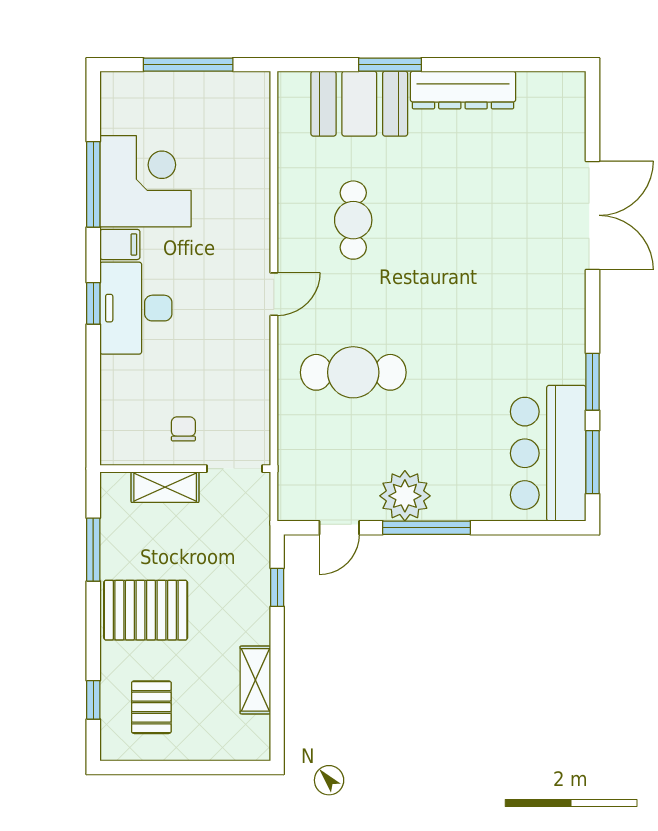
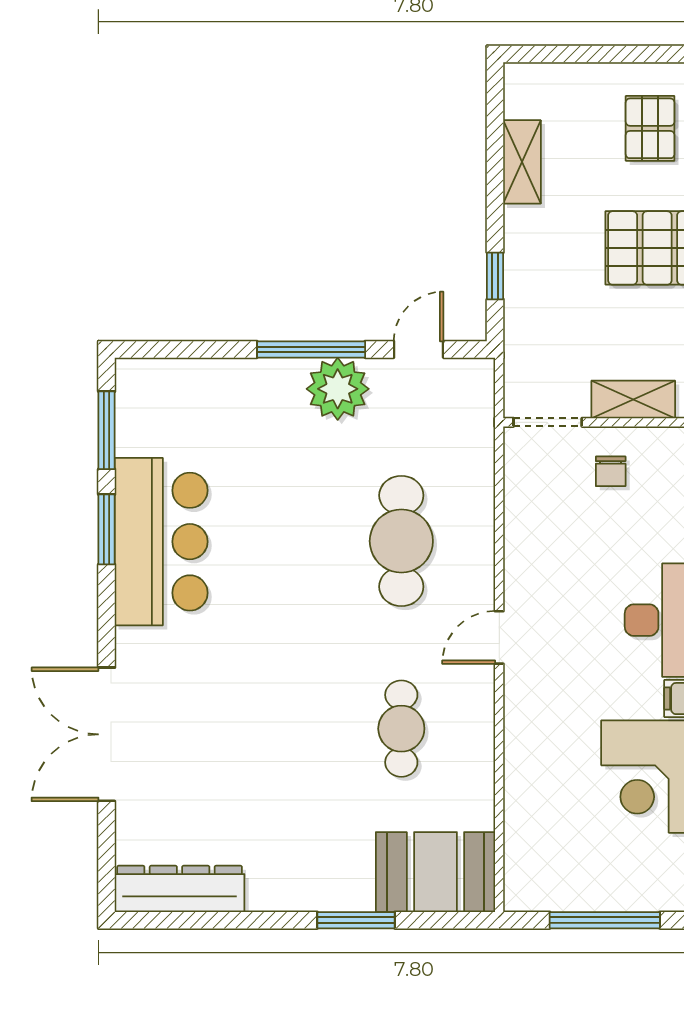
dresser: (463, 90) -> (180, 889), moved
booth: (359, 104) -> (435, 872), moved
cafe table: (353, 372) -> (401, 541), turned 90
bar counter: (548, 453) -> (161, 542), moved

